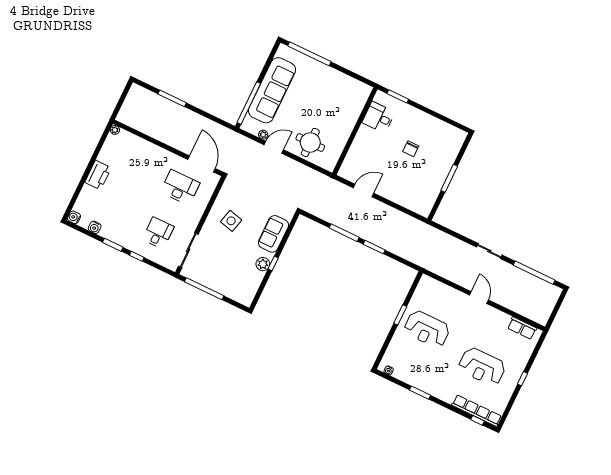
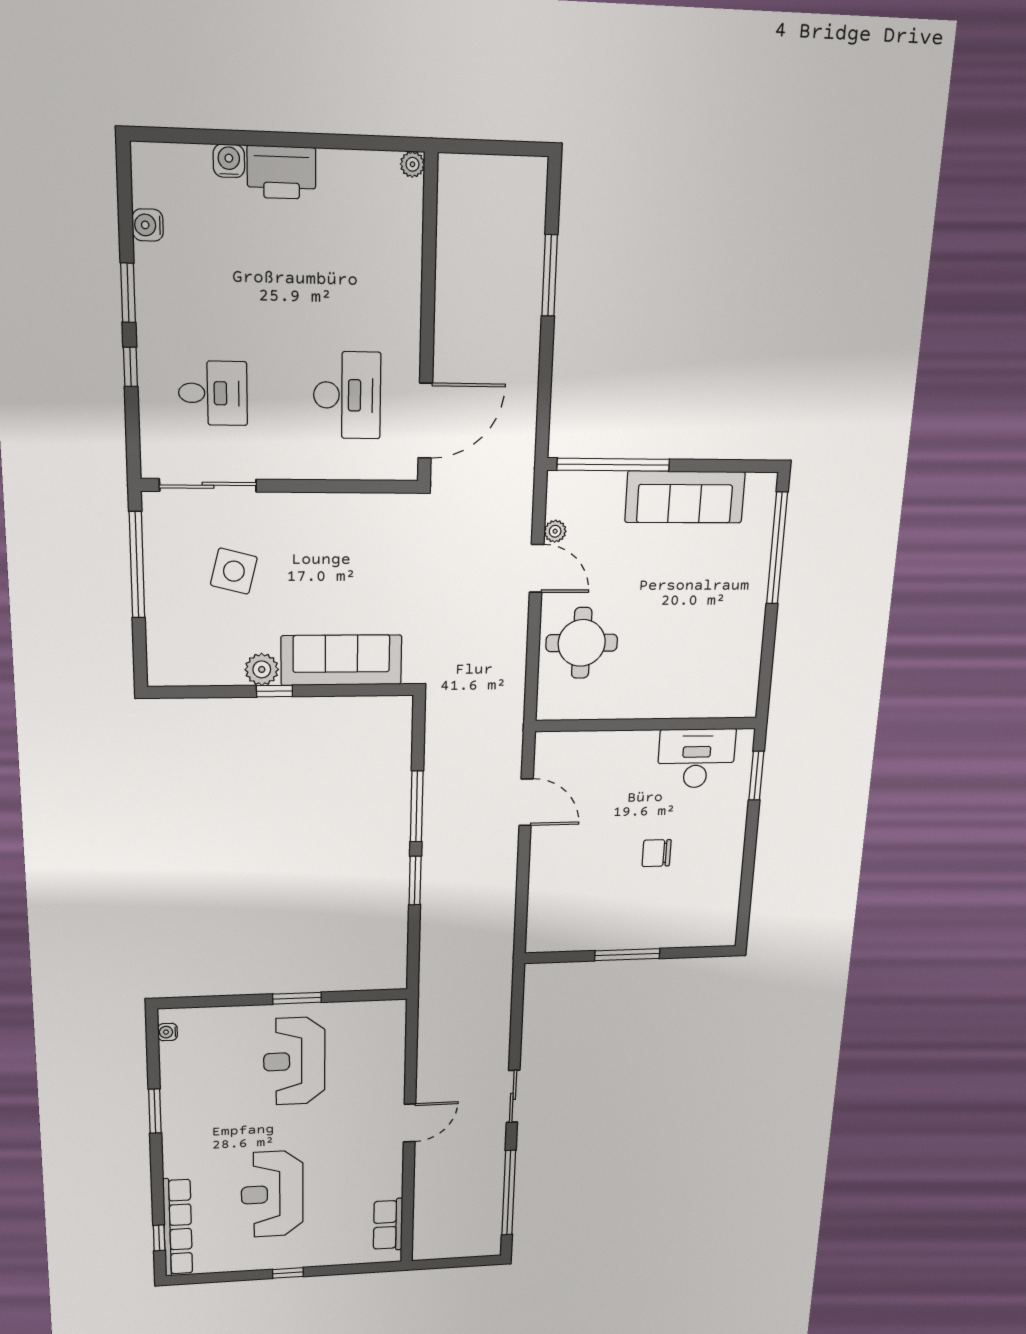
sofa: (272, 90) -> (685, 497), width x0.74, depth x0.79
desk: (379, 117) -> (696, 758), width x1.37
water cooler: (74, 217) -> (229, 161), moved
side table: (231, 221) -> (234, 571), moved
sofa: (273, 234) -> (341, 660), width x1.36

